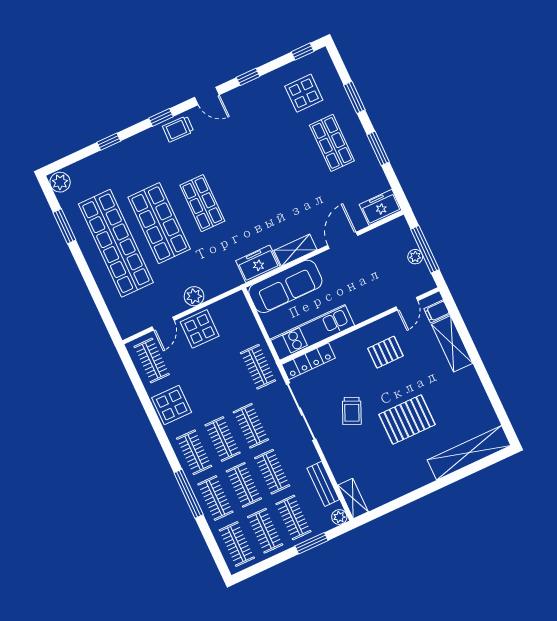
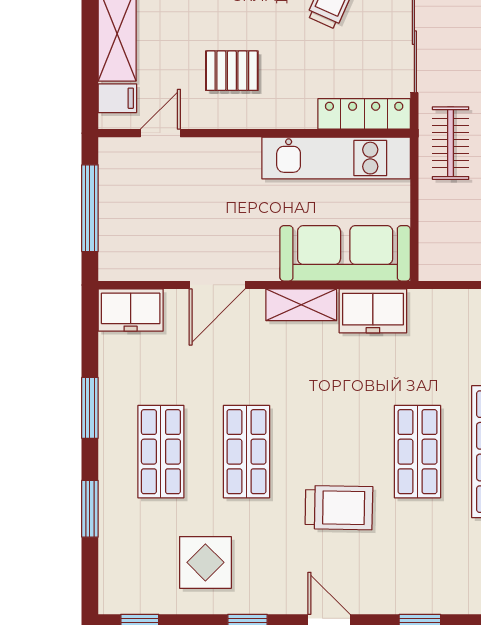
display table: (304, 93) -> (205, 562), moved
trolley: (178, 129) -> (339, 508), moved, width x1.36, depth x1.39
shop shelf: (289, 163) -> (246, 452), added
plant: (415, 257) -> (111, 204), removed

